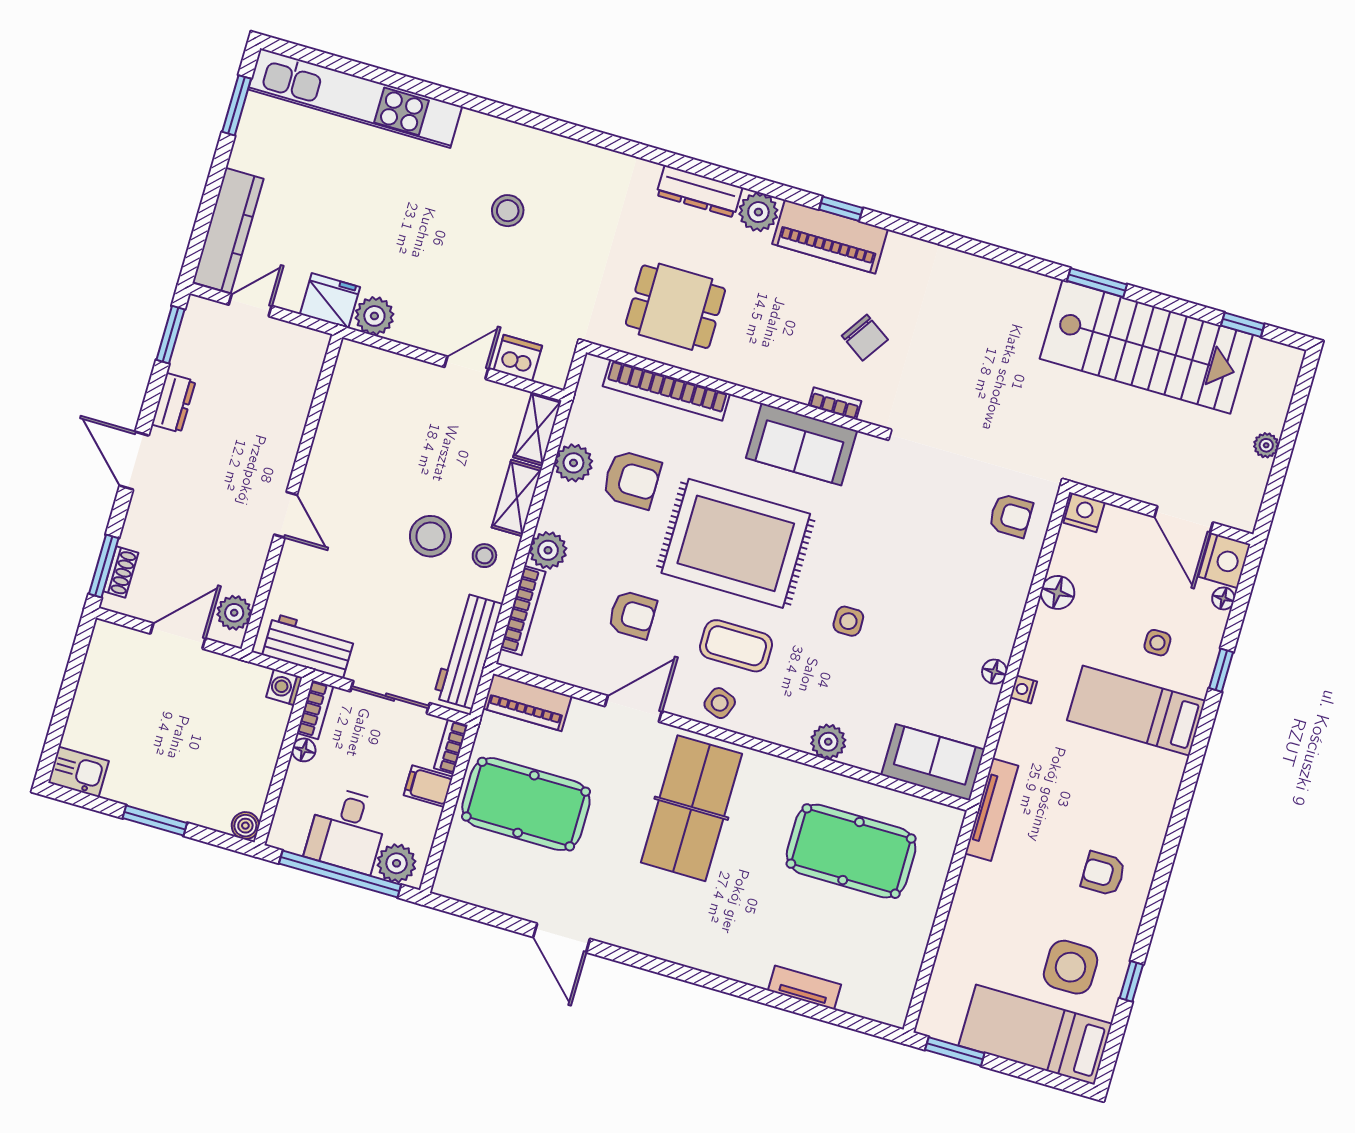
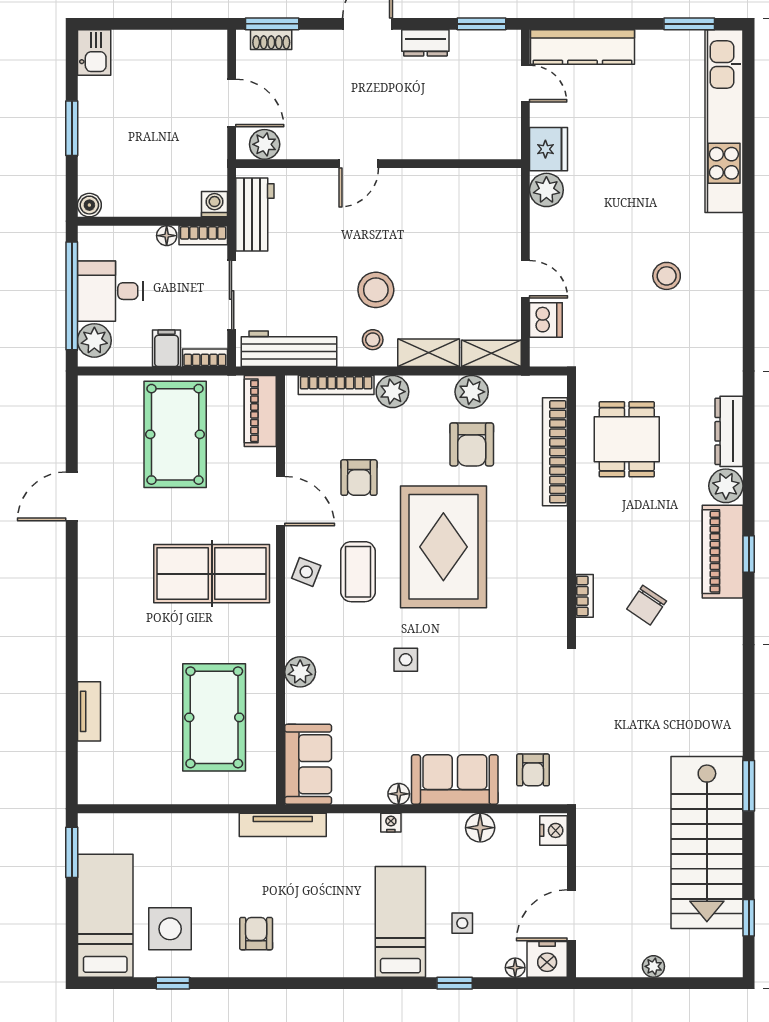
sofa: (801, 444) -> (455, 780), moved, turned 90

